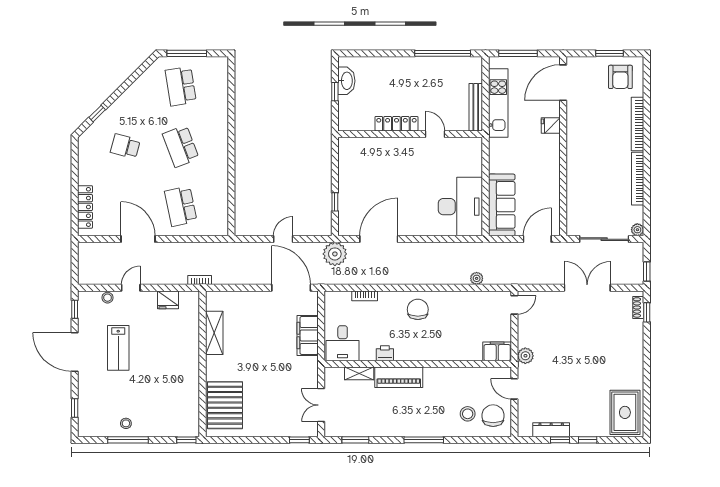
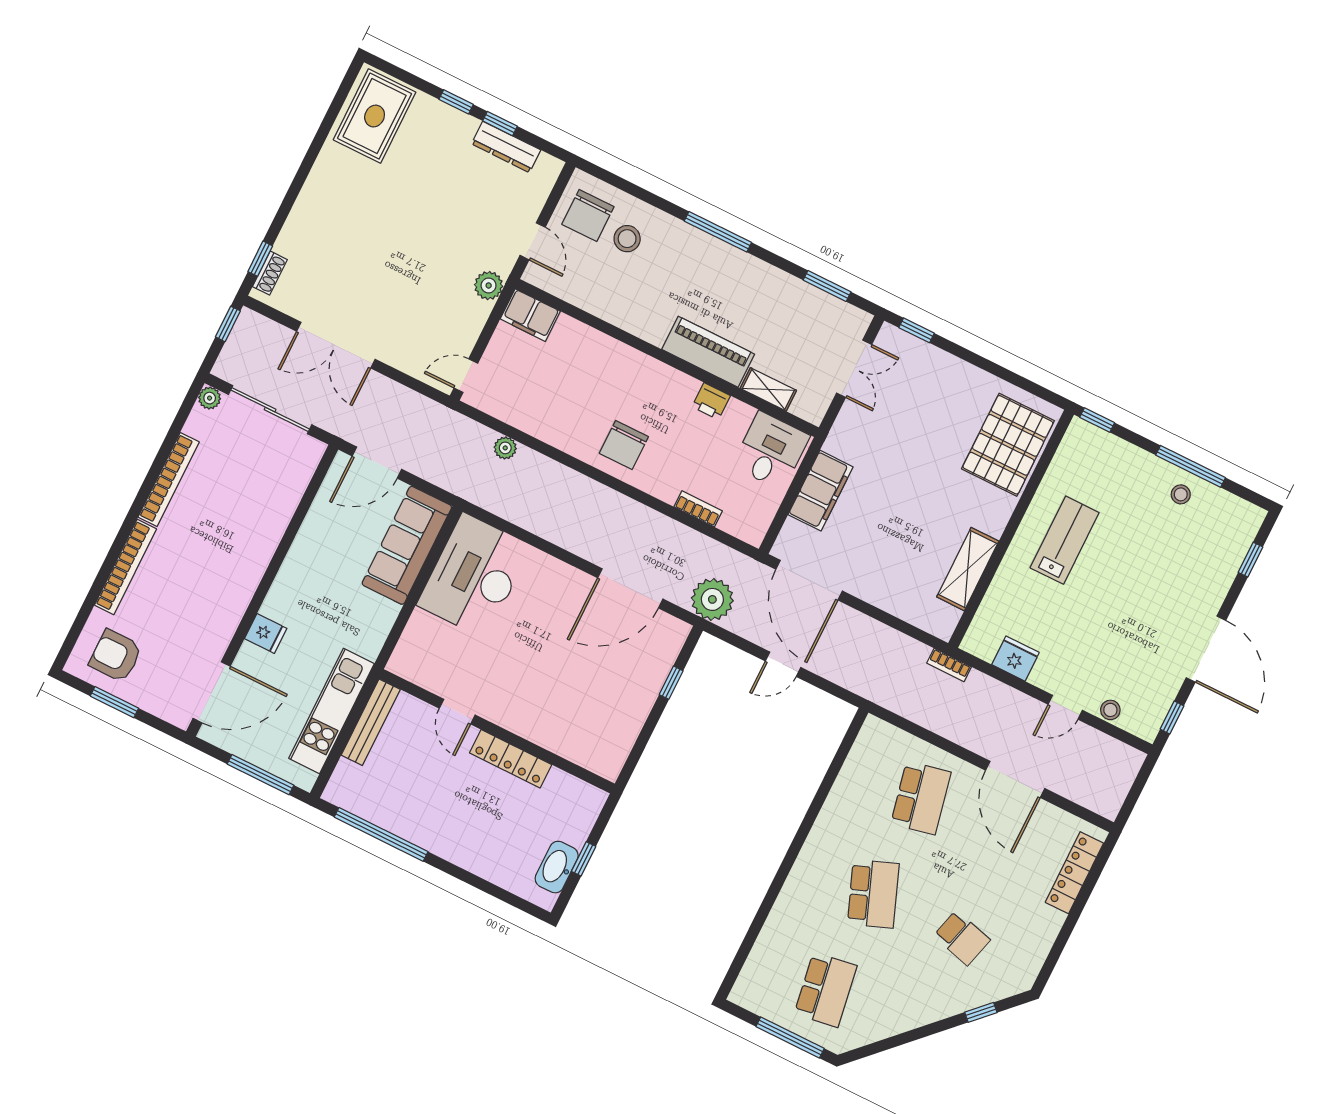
armchair: (620, 77) -> (116, 656), turned -90
lab bench: (118, 348) -> (1065, 540), moved

